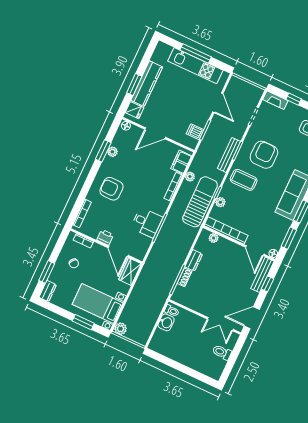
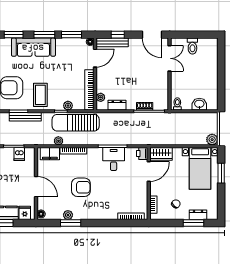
armchair: (112, 189) -> (81, 187), moved, turned -90
printer: (105, 237) -> (142, 154), moved
dresser: (194, 260) -> (117, 105), moved
dresser: (48, 291) -> (198, 215), moved
washbasin: (166, 322) -> (199, 104), moved

